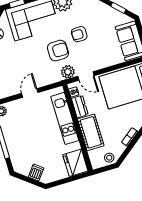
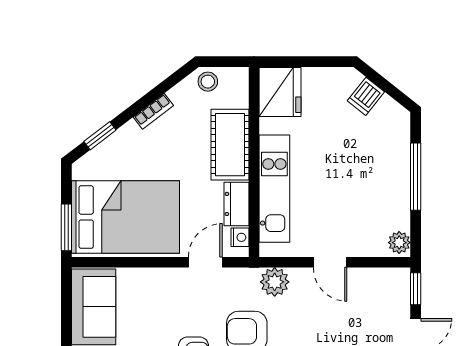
plant: (68, 72) -> (275, 282), moved
door: (86, 76) -> (205, 262), hinge flipped
door: (30, 93) -> (330, 262), hinge flipped

